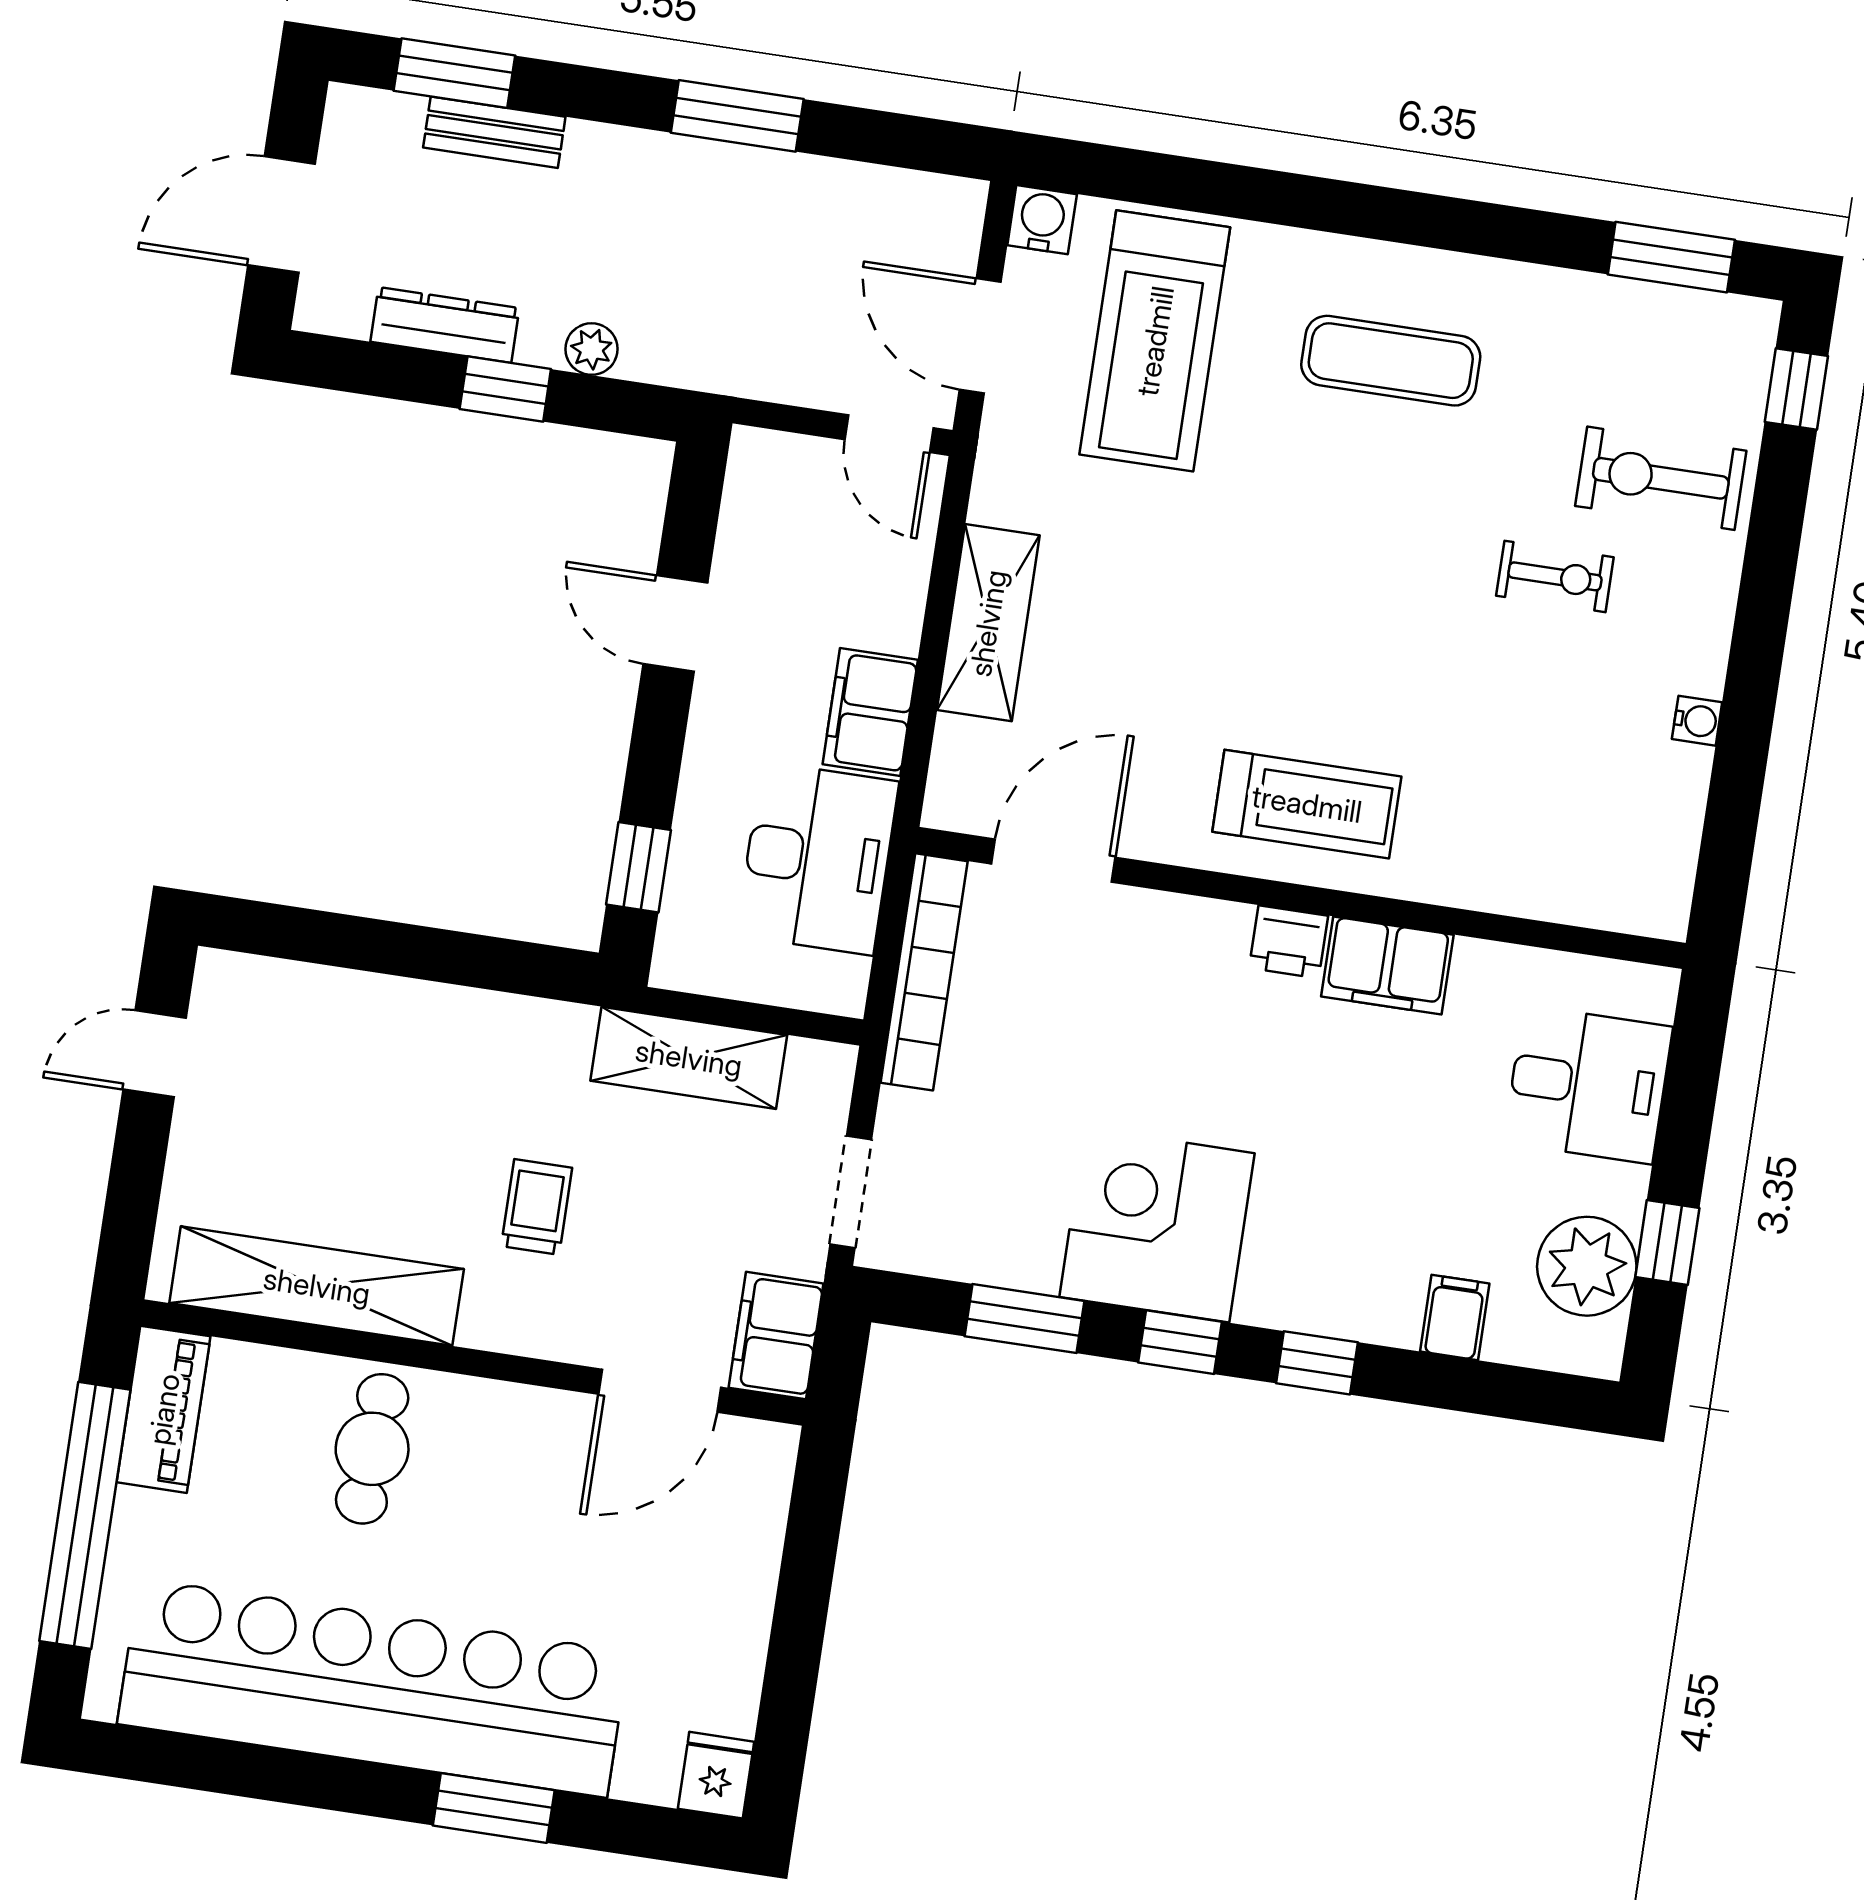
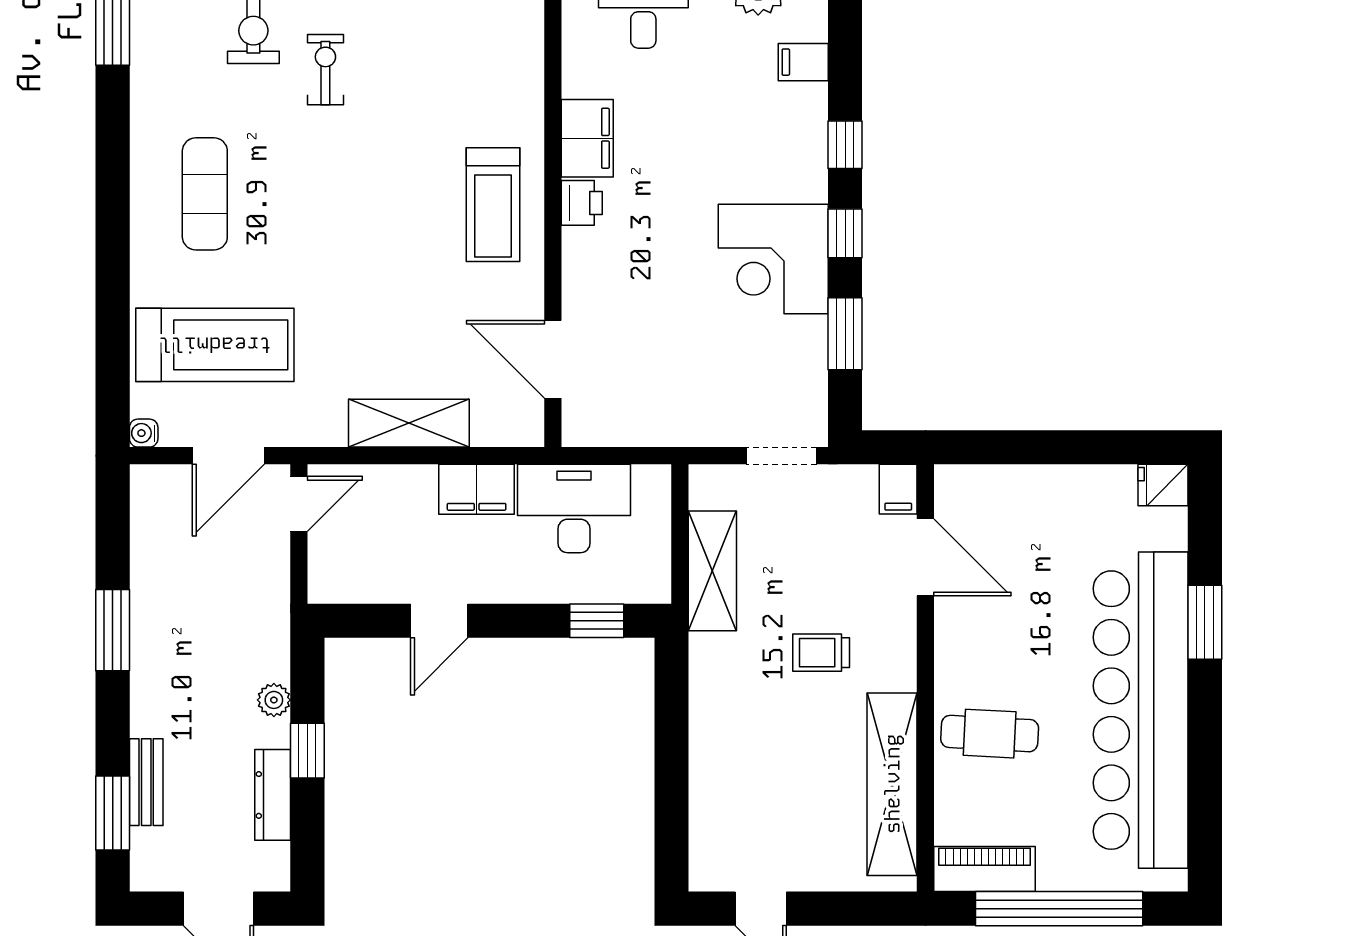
water cooler: (1042, 220) -> (144, 433), width x0.72, depth x0.72
treadmill: (1307, 804) -> (493, 205), turned 180
bookcase: (924, 972) -> (636, 430), removed
filing cabinet: (776, 1336) -> (898, 489), width x0.50

